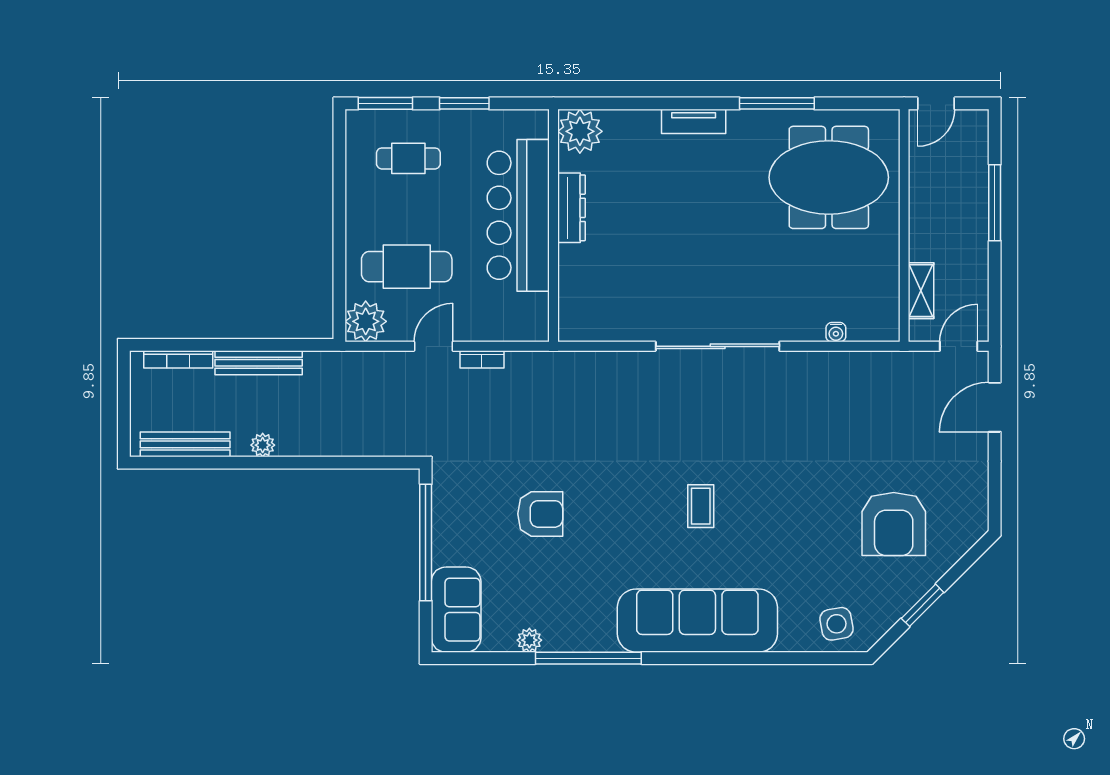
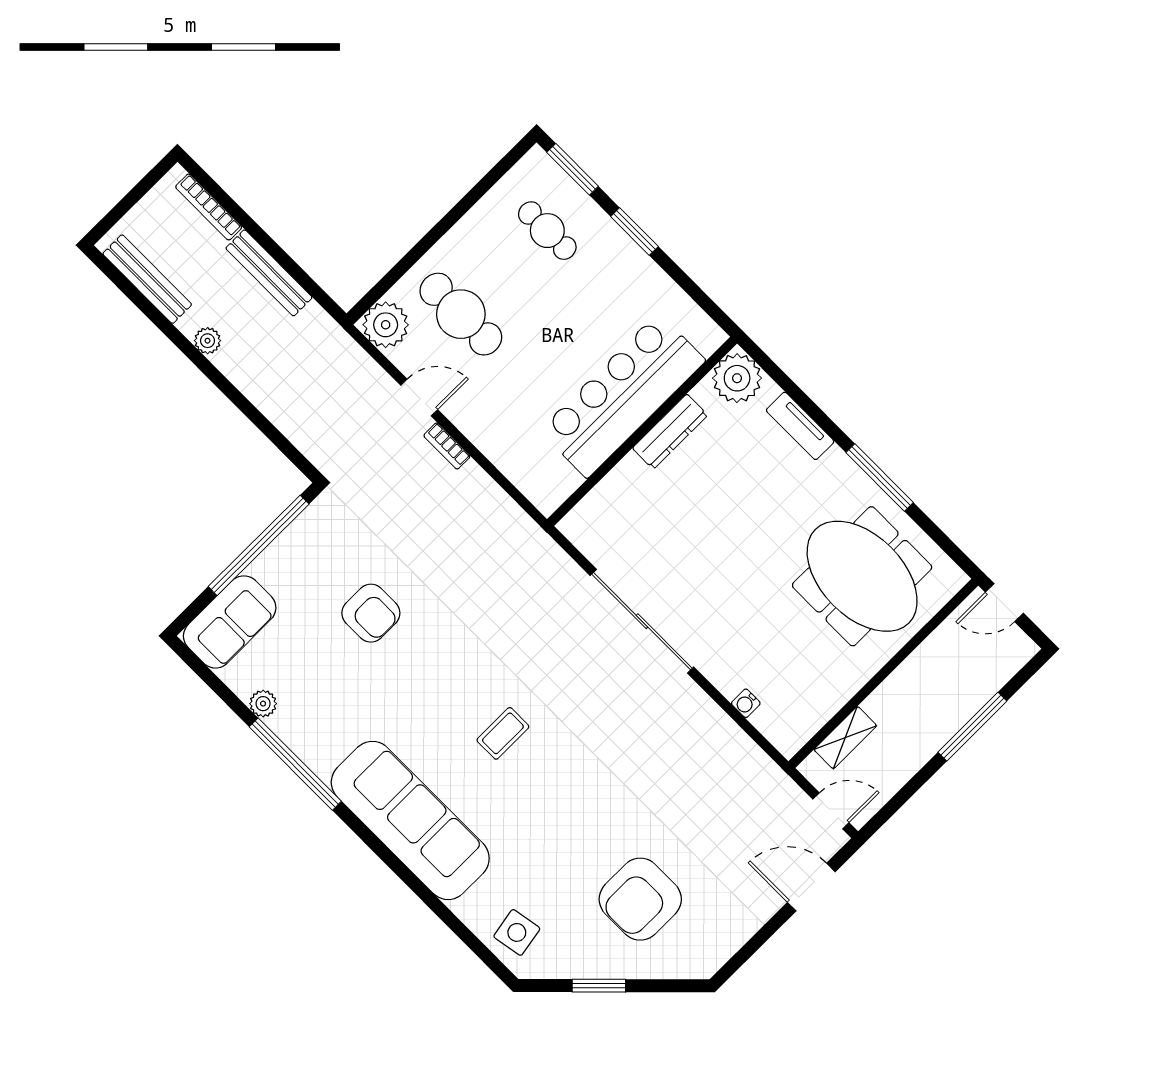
plant: (580, 131) -> (737, 378), moved
dresser: (571, 208) -> (670, 432), moved
bar counter: (518, 215) -> (623, 396), moved
wall: (554, 226) -> (642, 431), moved

